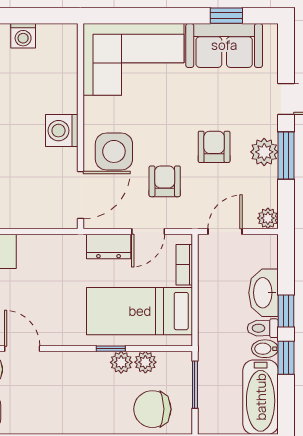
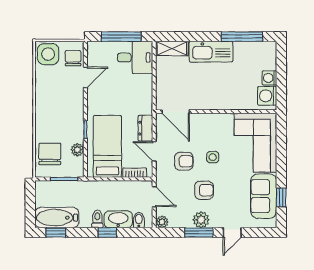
washing machine: (62, 131) -> (267, 96), moved, turned -90
side table: (114, 151) -> (213, 157), moved, width x0.54, depth x0.54
bidet: (265, 349) -> (139, 220), moved
window: (286, 358) -> (56, 233), moved
plant: (121, 362) -> (77, 136), removed

